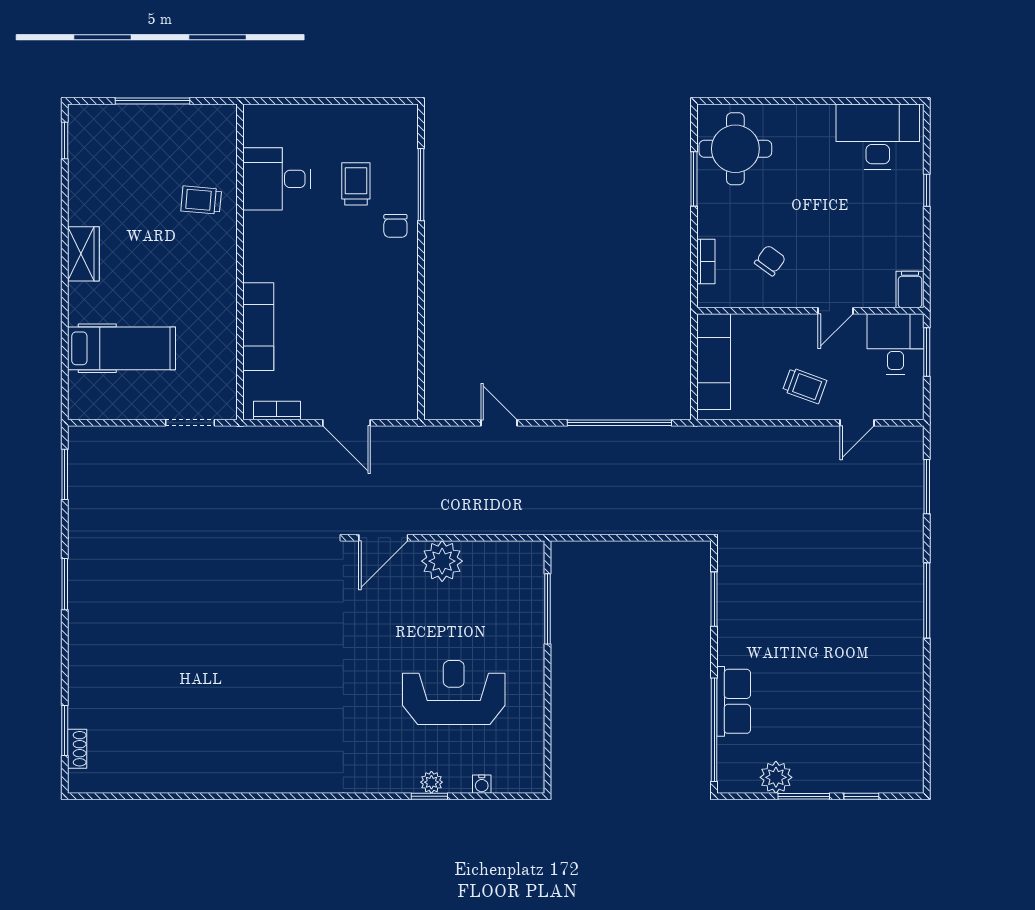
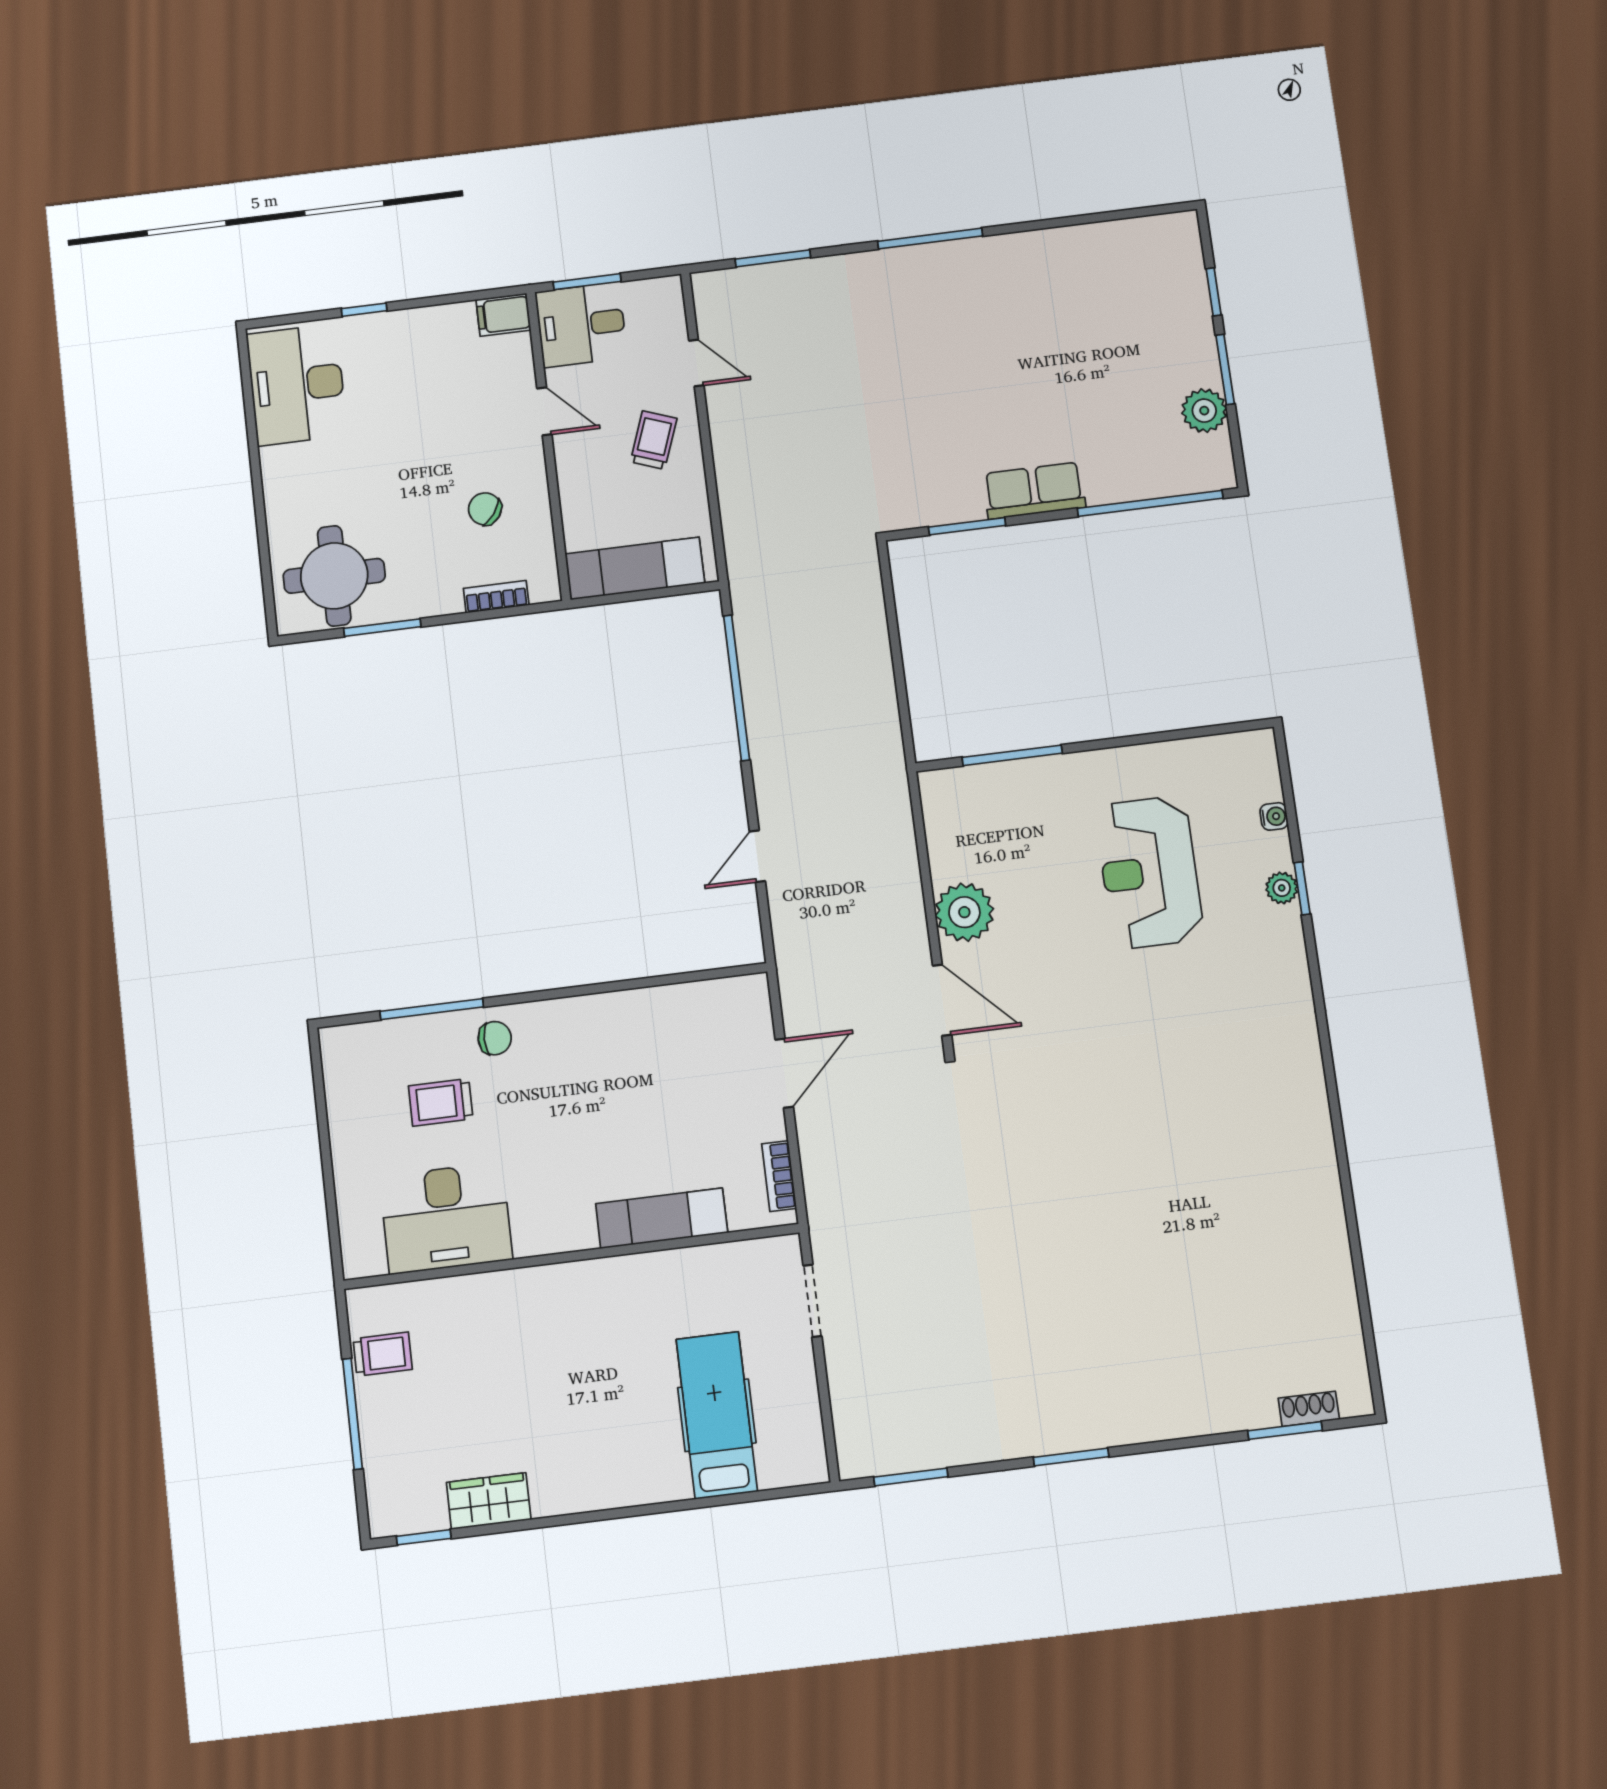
desk: (277, 179) -> (446, 1218), width x1.37
trolley: (201, 200) -> (383, 1354), moved, turned -95
wardrobe: (83, 254) -> (489, 1501), moved
row of seats: (734, 701) -> (1034, 491), moved

